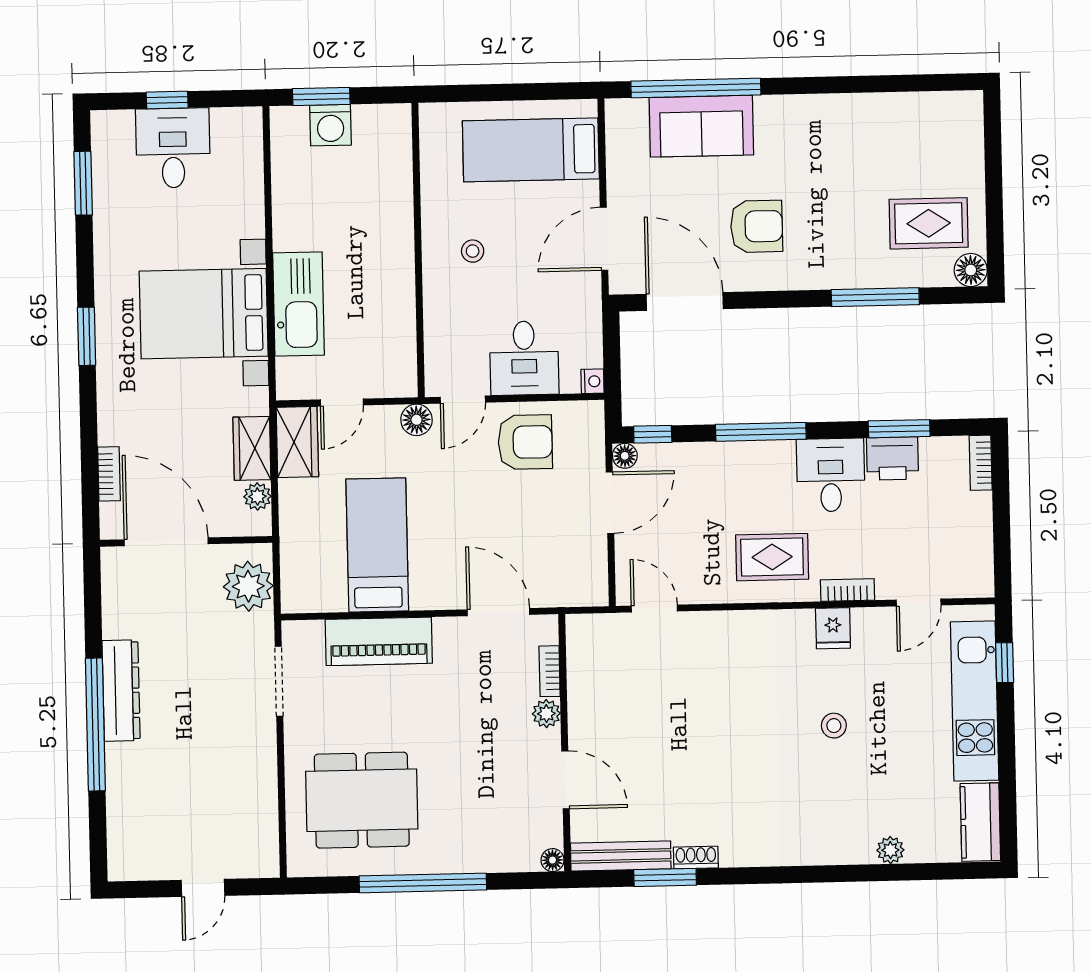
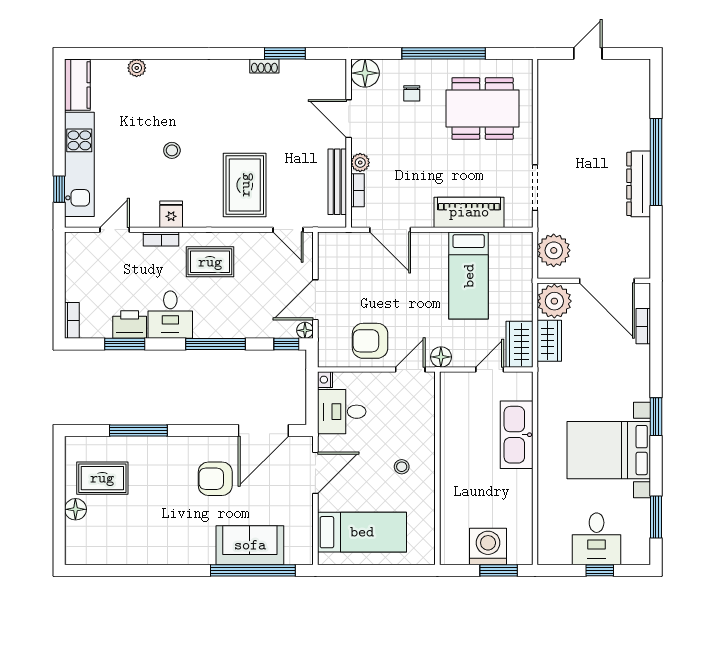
washing machine: (330, 125) -> (488, 546), width x1.37, depth x1.37
floor lamp: (971, 270) -> (75, 509), moved
door: (685, 302) -> (263, 431), hinge flipped
bed with nightstands: (204, 314) -> (609, 450), moved, turned 180
desk: (524, 358) -> (342, 412), moved, turned -90
plant: (257, 496) -> (554, 301), width x1.87, depth x1.87
rug: (722, 675) -> (245, 185), added
chair: (470, 821) -> (412, 93), added
bench: (621, 856) -> (337, 182), moved, turned 90
floor lamp: (552, 860) -> (365, 73), width x1.89, depth x1.89

